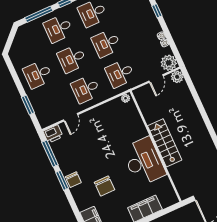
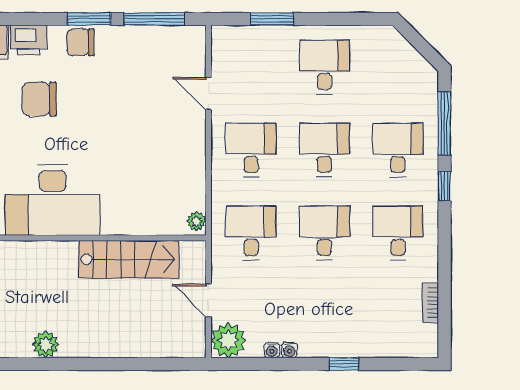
plant: (177, 77) -> (46, 344), moved
printer: (53, 134) -> (29, 40), moved, turned -90
stairs: (165, 143) -> (129, 259), moved

